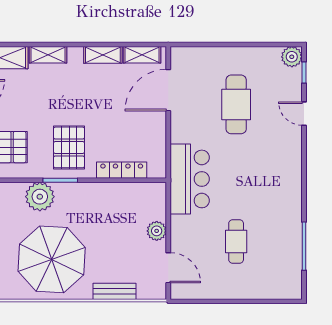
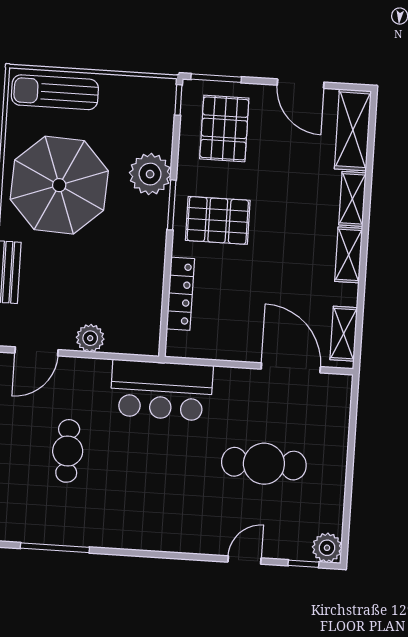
shelving: (103, 55) -> (349, 255), moved
cafe table: (236, 241) -> (68, 451), turned 90

